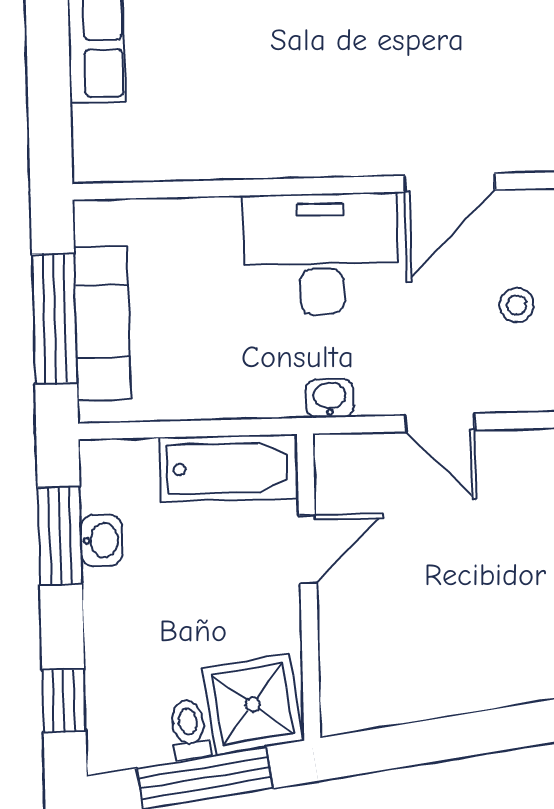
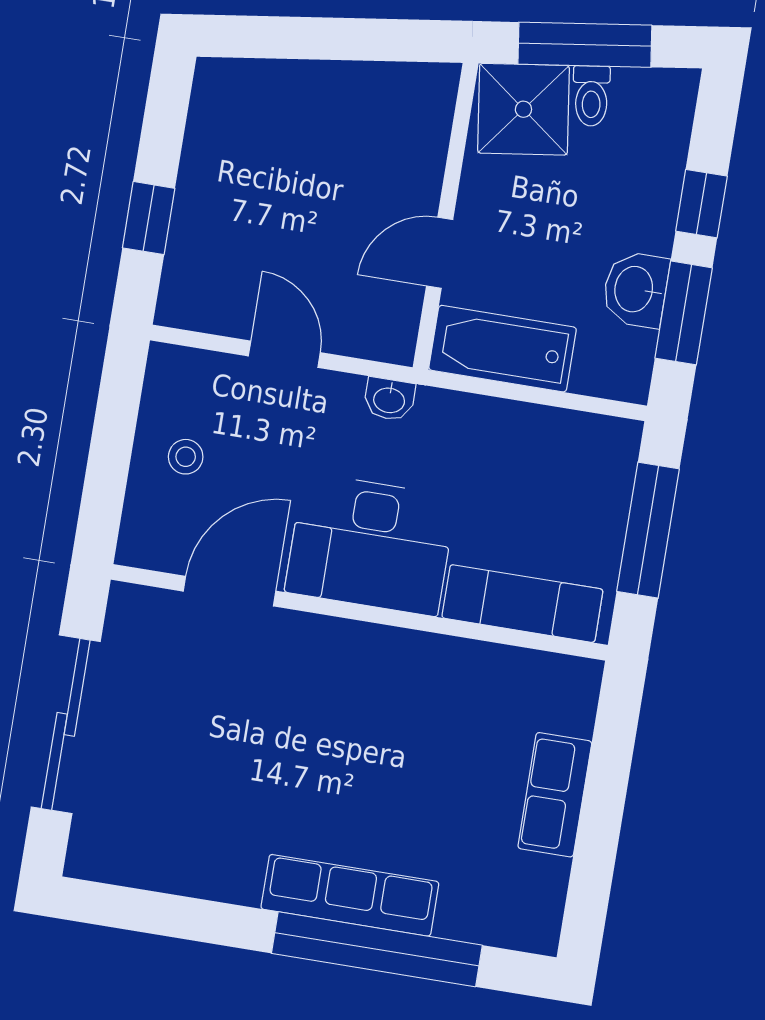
exam couch: (102, 323) -> (522, 604), moved, turned 90
washbasin: (101, 540) -> (635, 289), width x1.38, depth x1.45
window: (64, 701) -> (701, 204), moved

